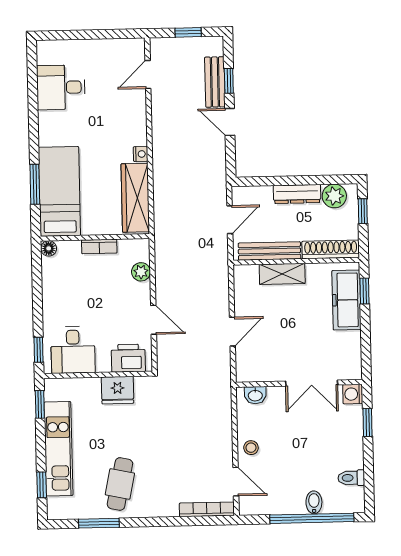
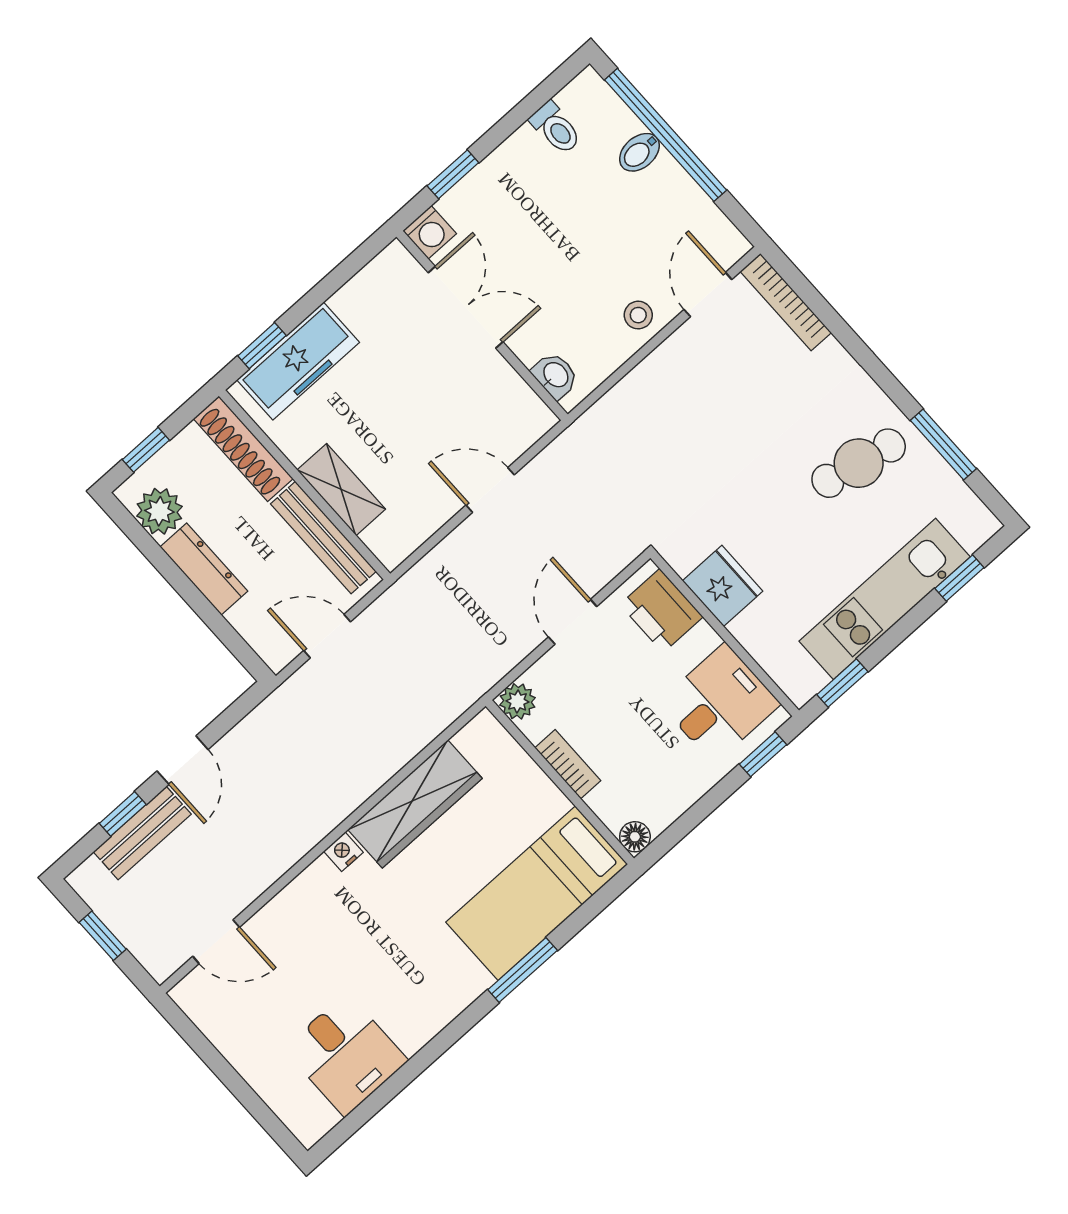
bed: (59, 191) -> (537, 893), moved
wall: (95, 237) -> (560, 782), moved
bookcase: (99, 247) -> (568, 764), moved
floor lamp: (49, 248) -> (635, 837), moved

